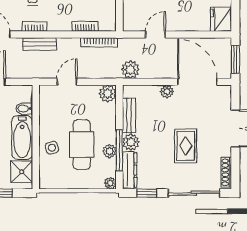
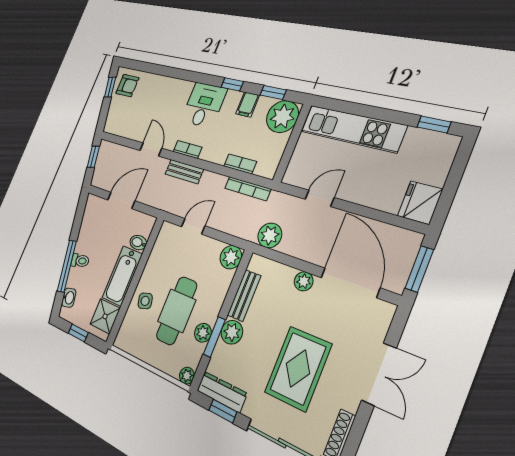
rug: (186, 146) -> (298, 368), width x1.36, depth x1.43
window: (119, 150) -> (214, 337), width x0.69
dresser: (130, 170) -> (222, 392), moved, turned -90

